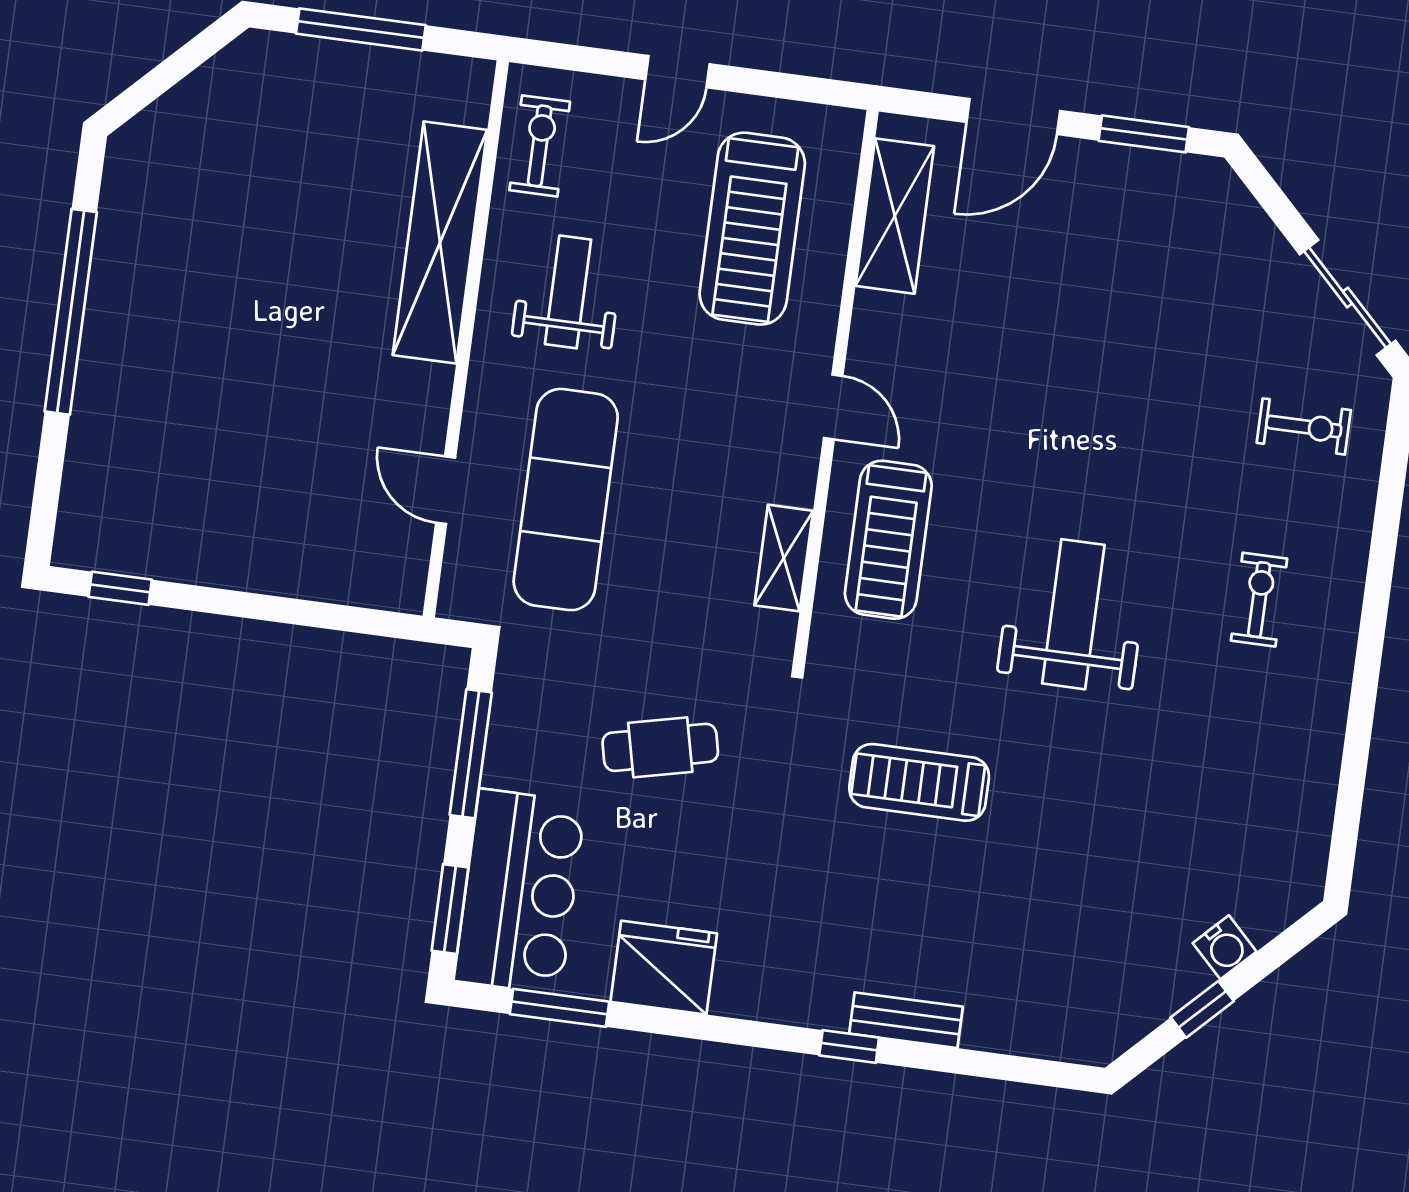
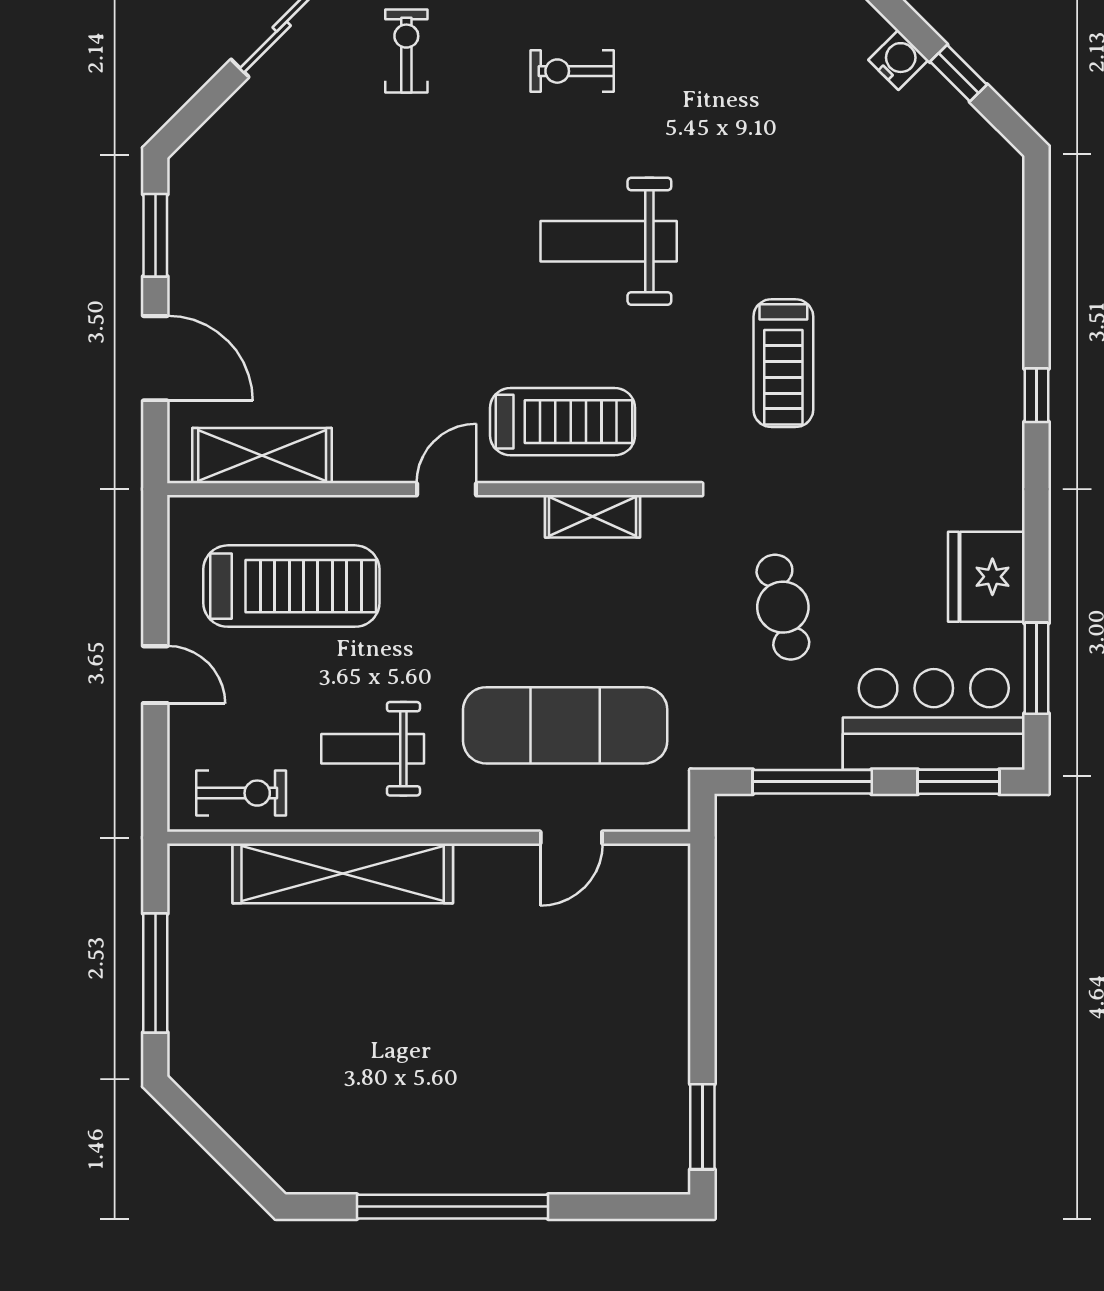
exercise bike: (540, 146) -> (241, 793), turned 180
window: (120, 588) -> (702, 1127), width x1.50
bench: (906, 1020) -> (1005, 346), removed

